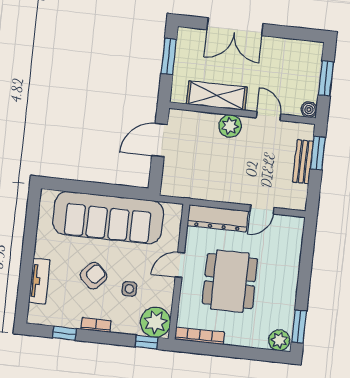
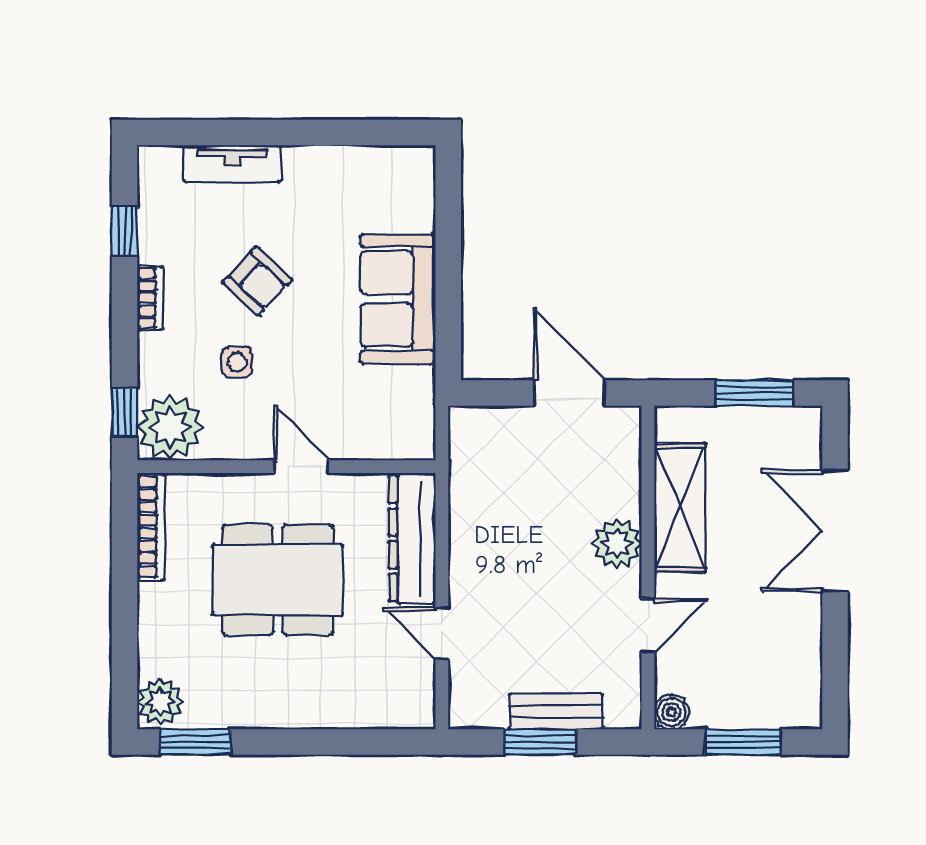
window: (318, 153) -> (540, 742), moved
sofa: (108, 218) -> (398, 299), width x0.54, depth x0.79

